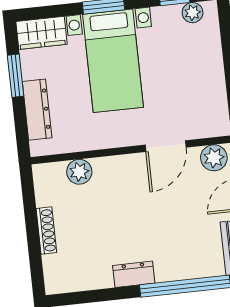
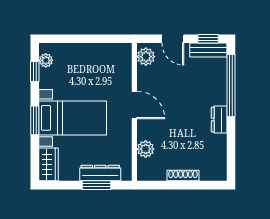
window: (16, 76) -> (97, 185), moved
door: (166, 146) -> (134, 105), moved

